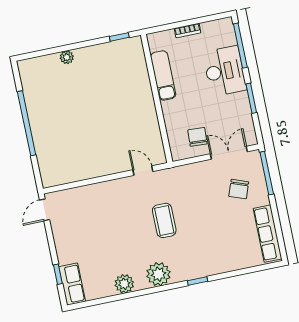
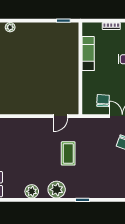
plant: (67, 57) -> (10, 27), moved
door: (143, 171) -> (61, 116), swing flipped

